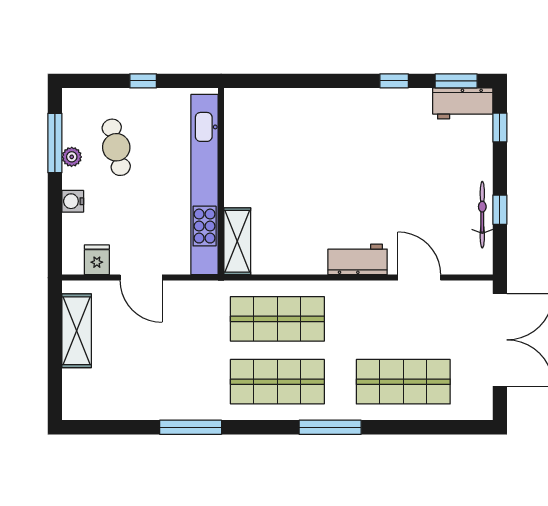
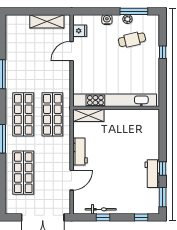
workbench: (463, 103) -> (152, 174), moved
wall: (221, 181) -> (116, 108), moved
kitchen unit: (205, 185) -> (115, 100), moved
shelving: (237, 241) -> (88, 115), moved

